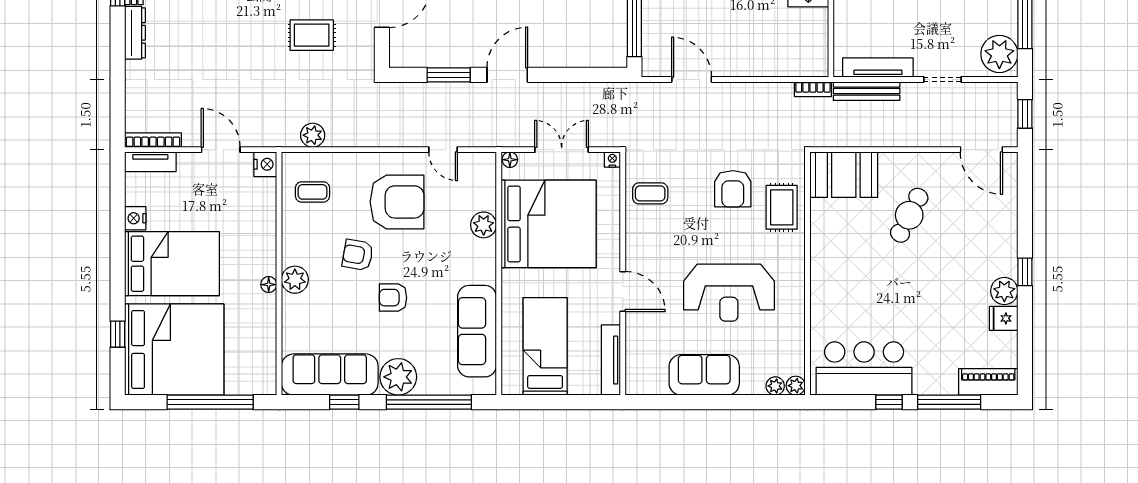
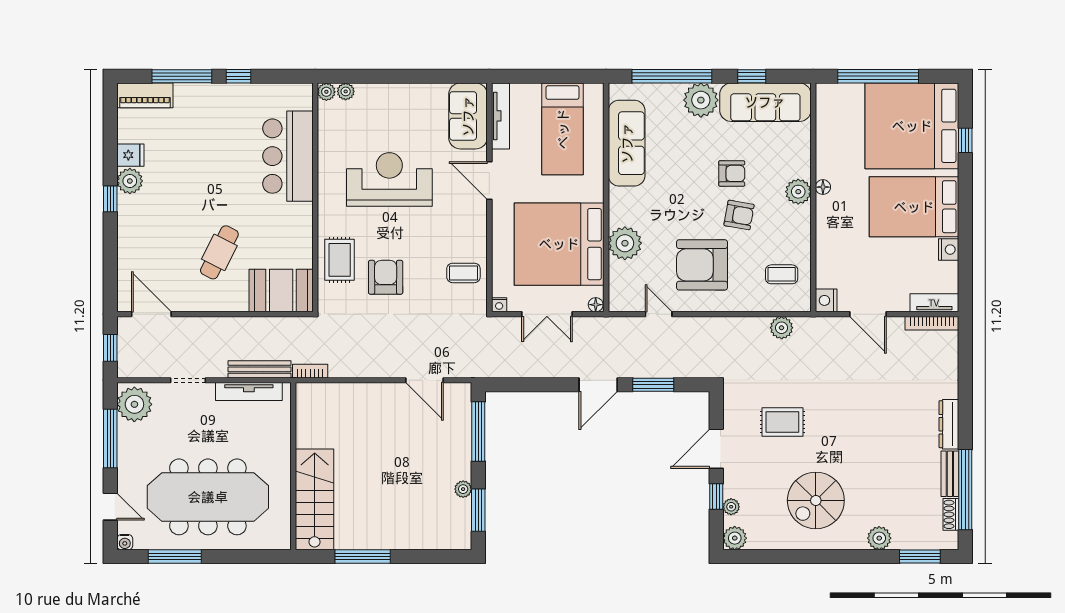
plant: (484, 225) -> (625, 243), width x1.36, depth x1.36
armchair: (393, 298) -> (732, 173), moved
bar counter: (864, 369) -> (288, 156), moved, turned 90
sofa: (704, 375) -> (468, 116), moved, turned 90

